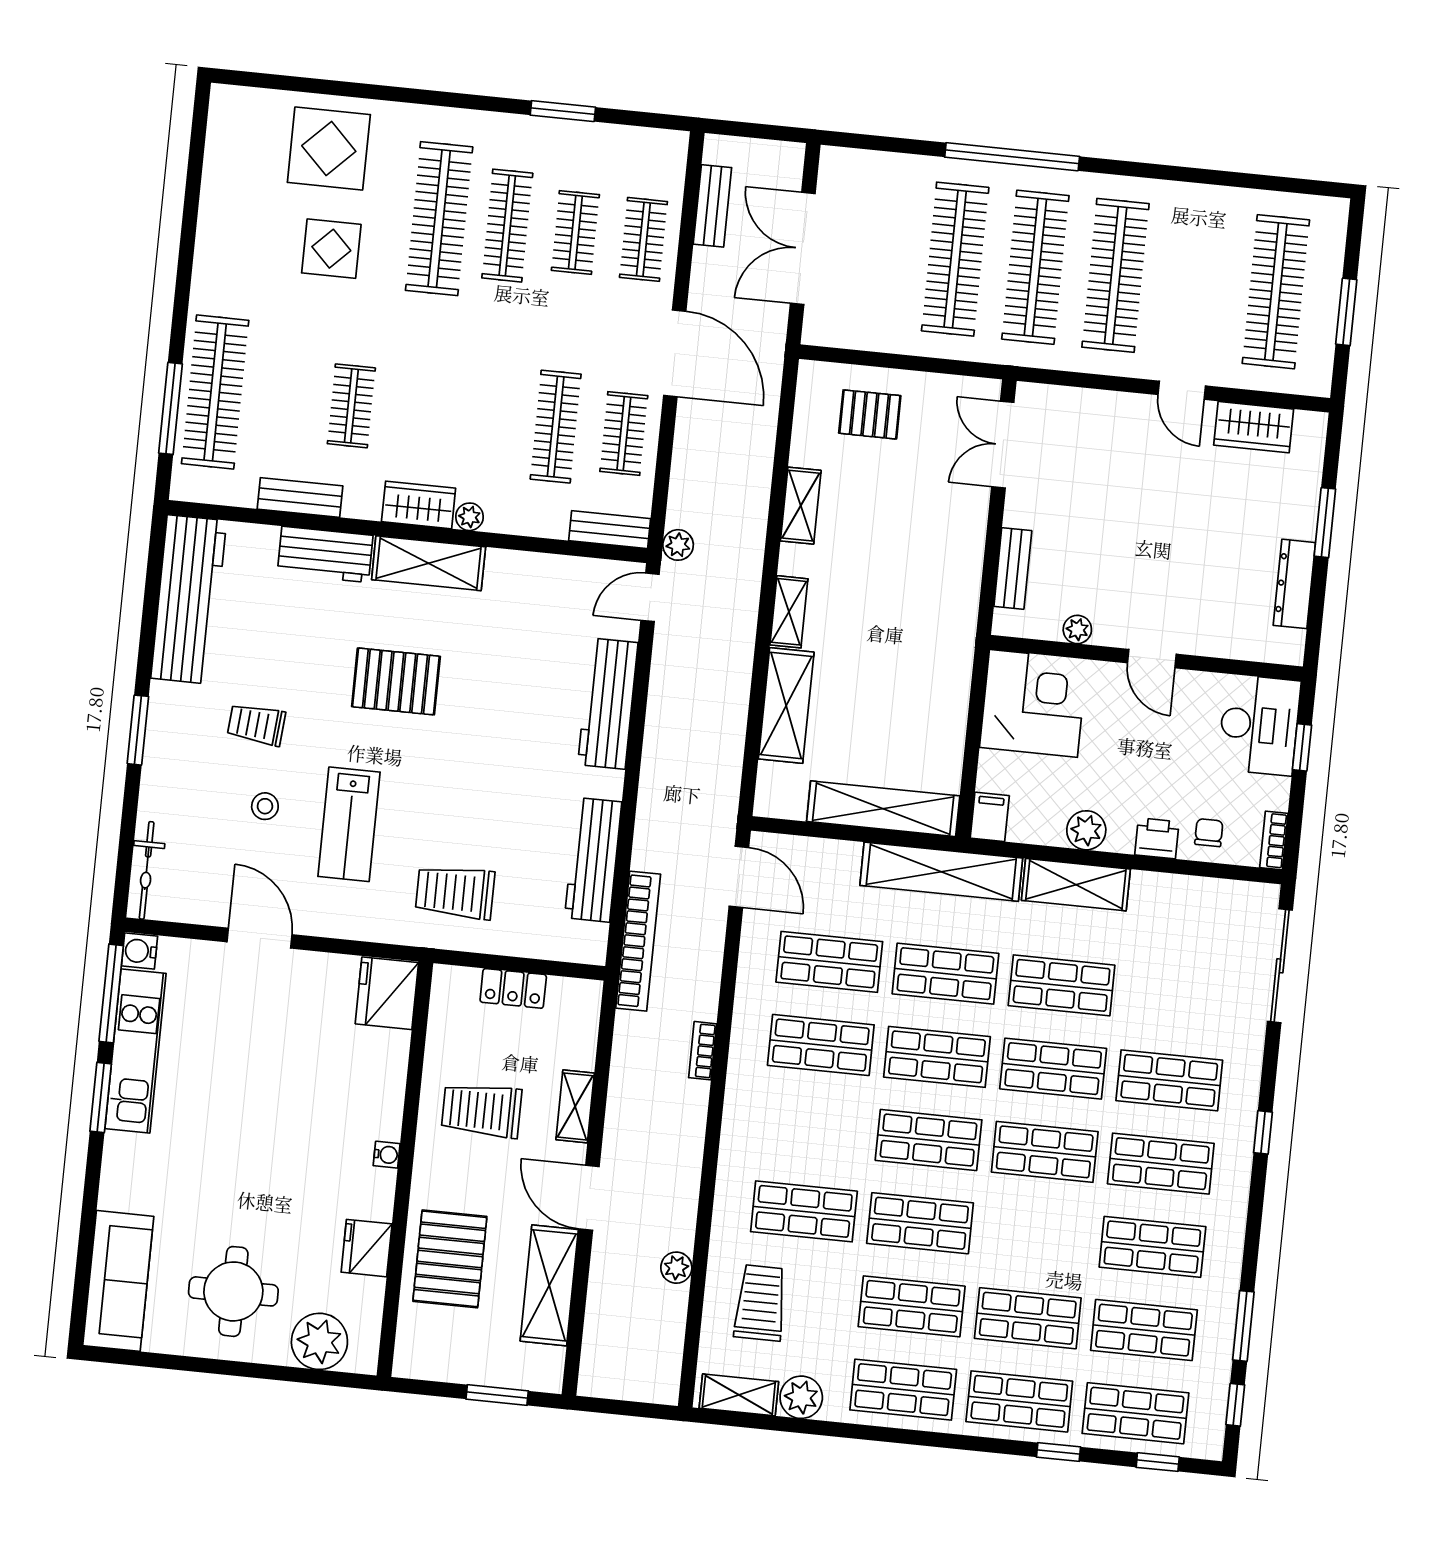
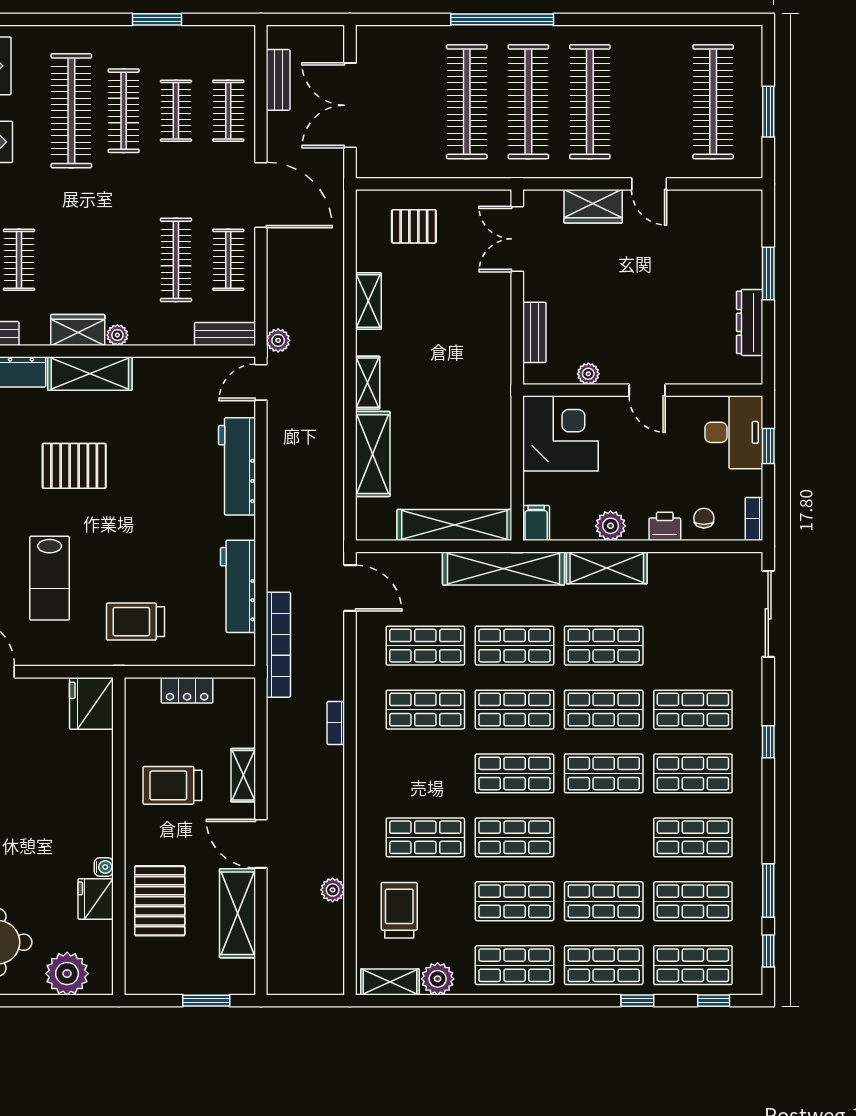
wardrobe: (1254, 427) -> (593, 206), moved
water cooler: (387, 1155) -> (104, 867), moved

